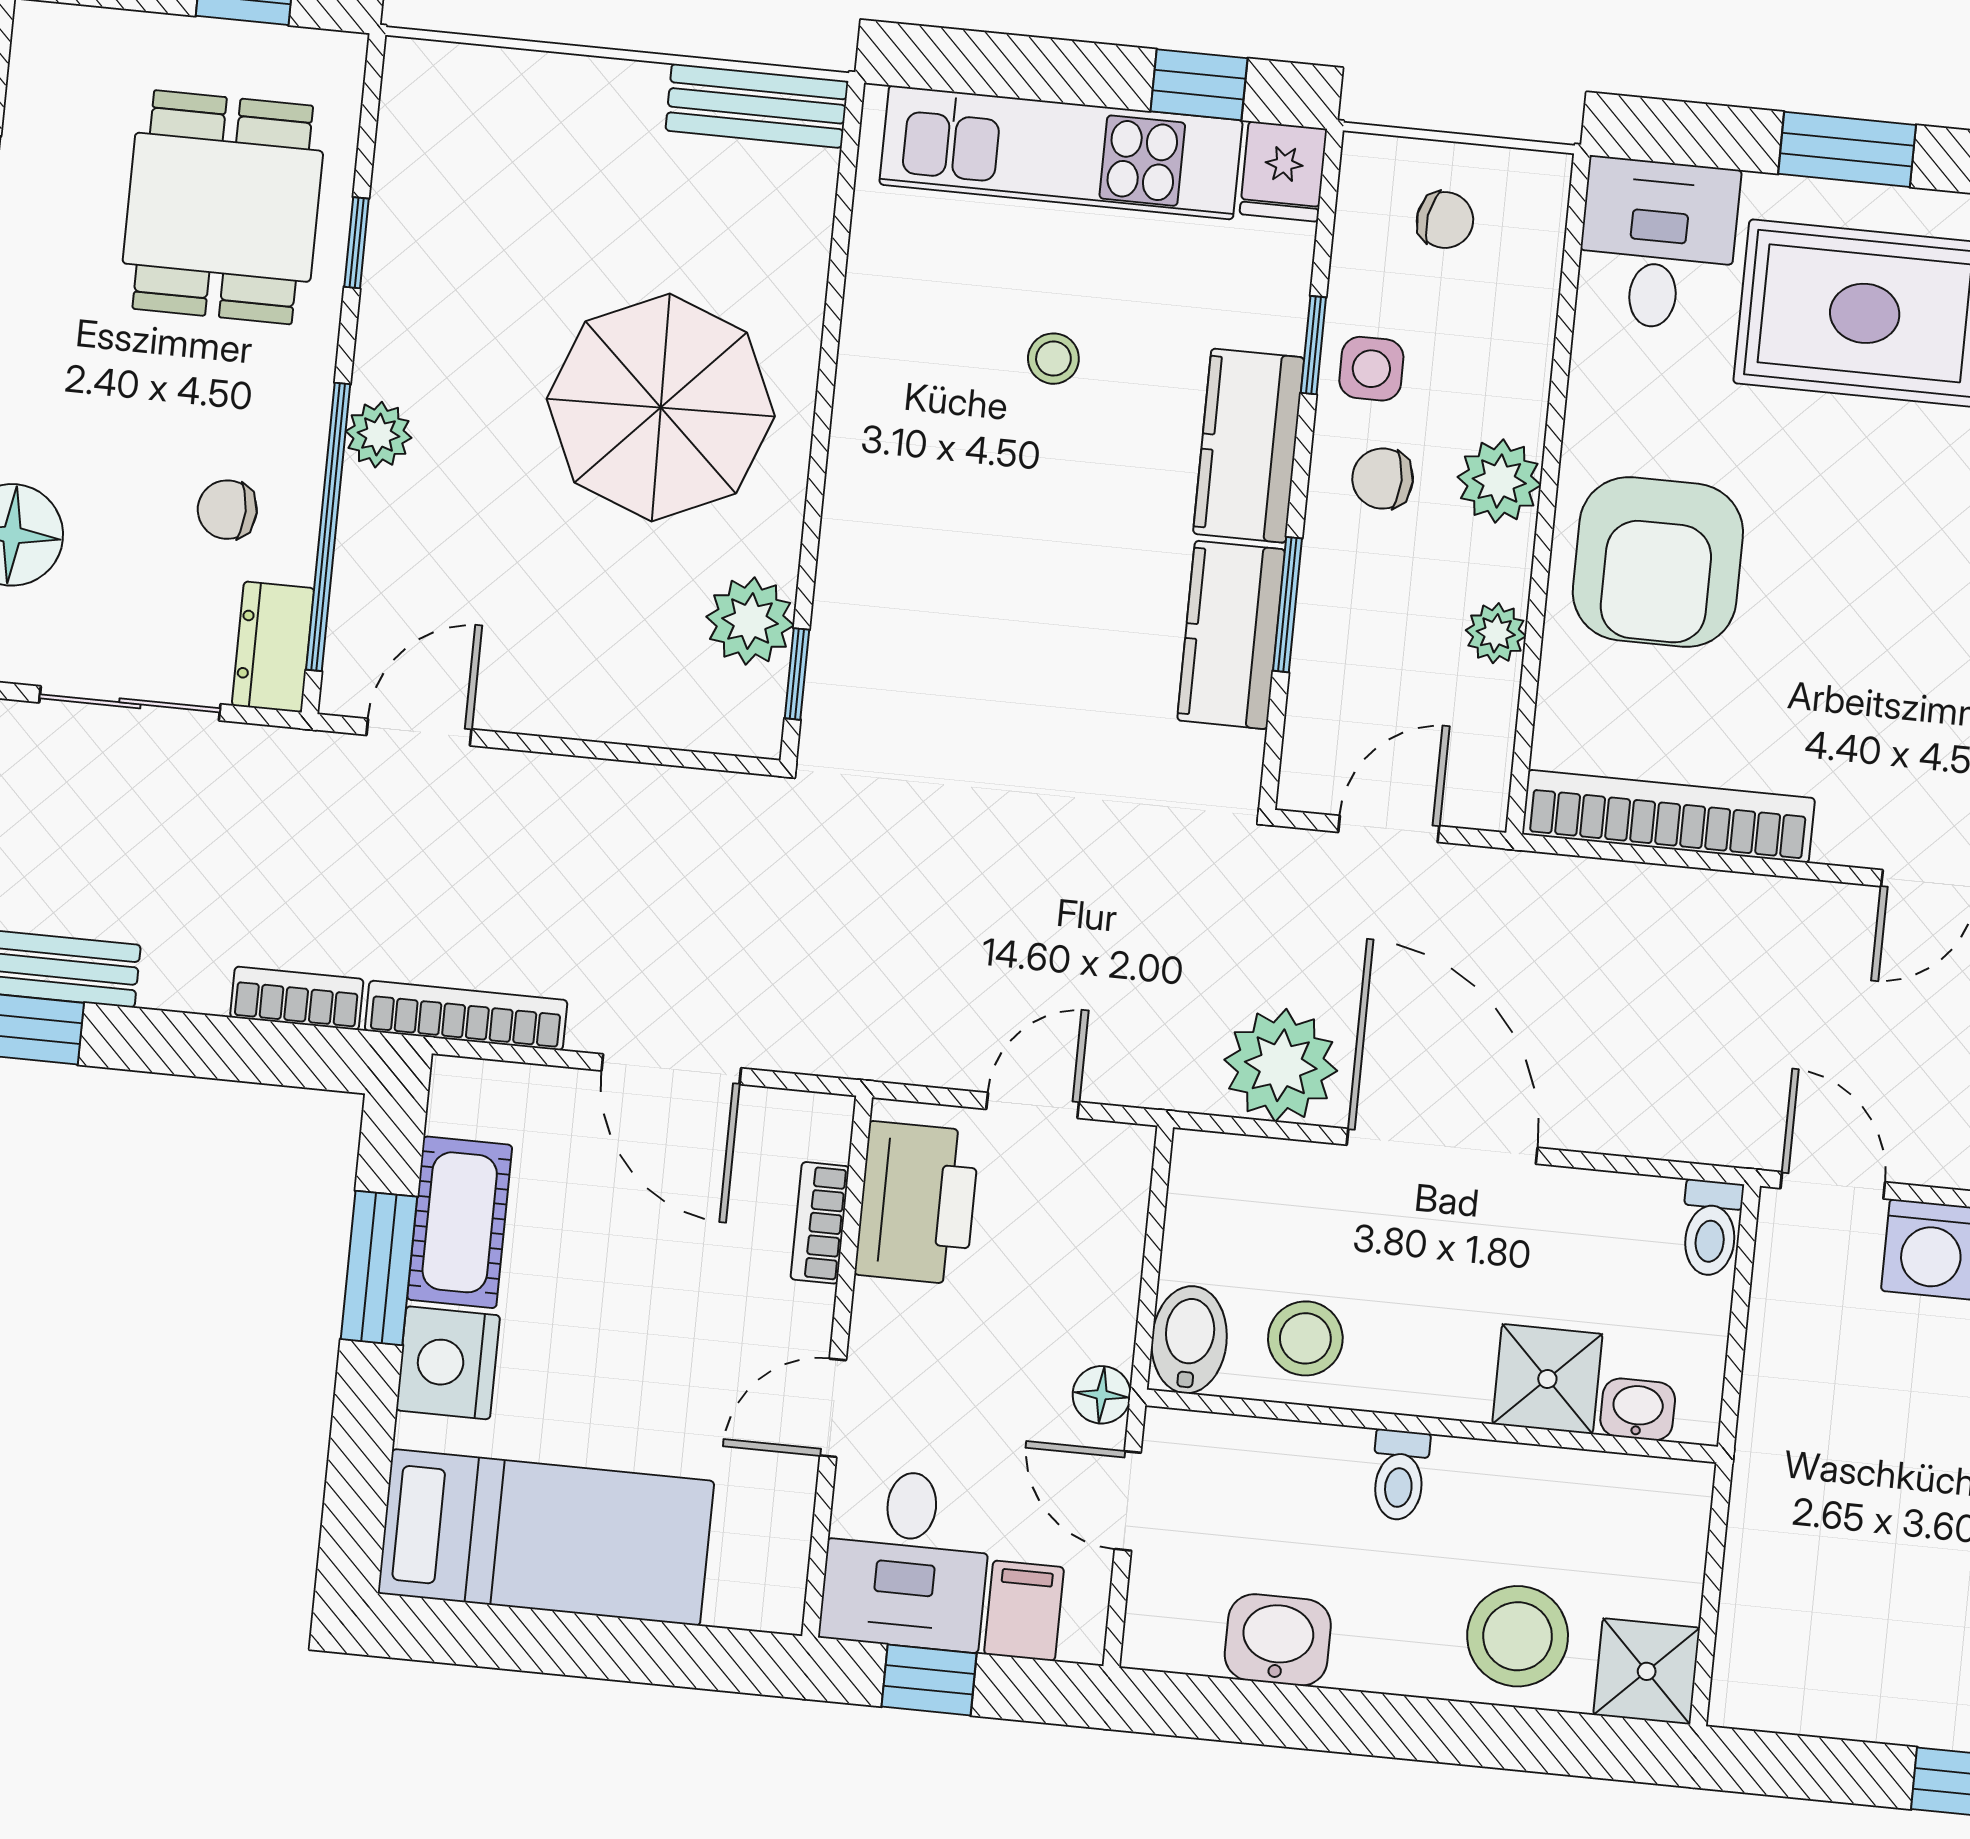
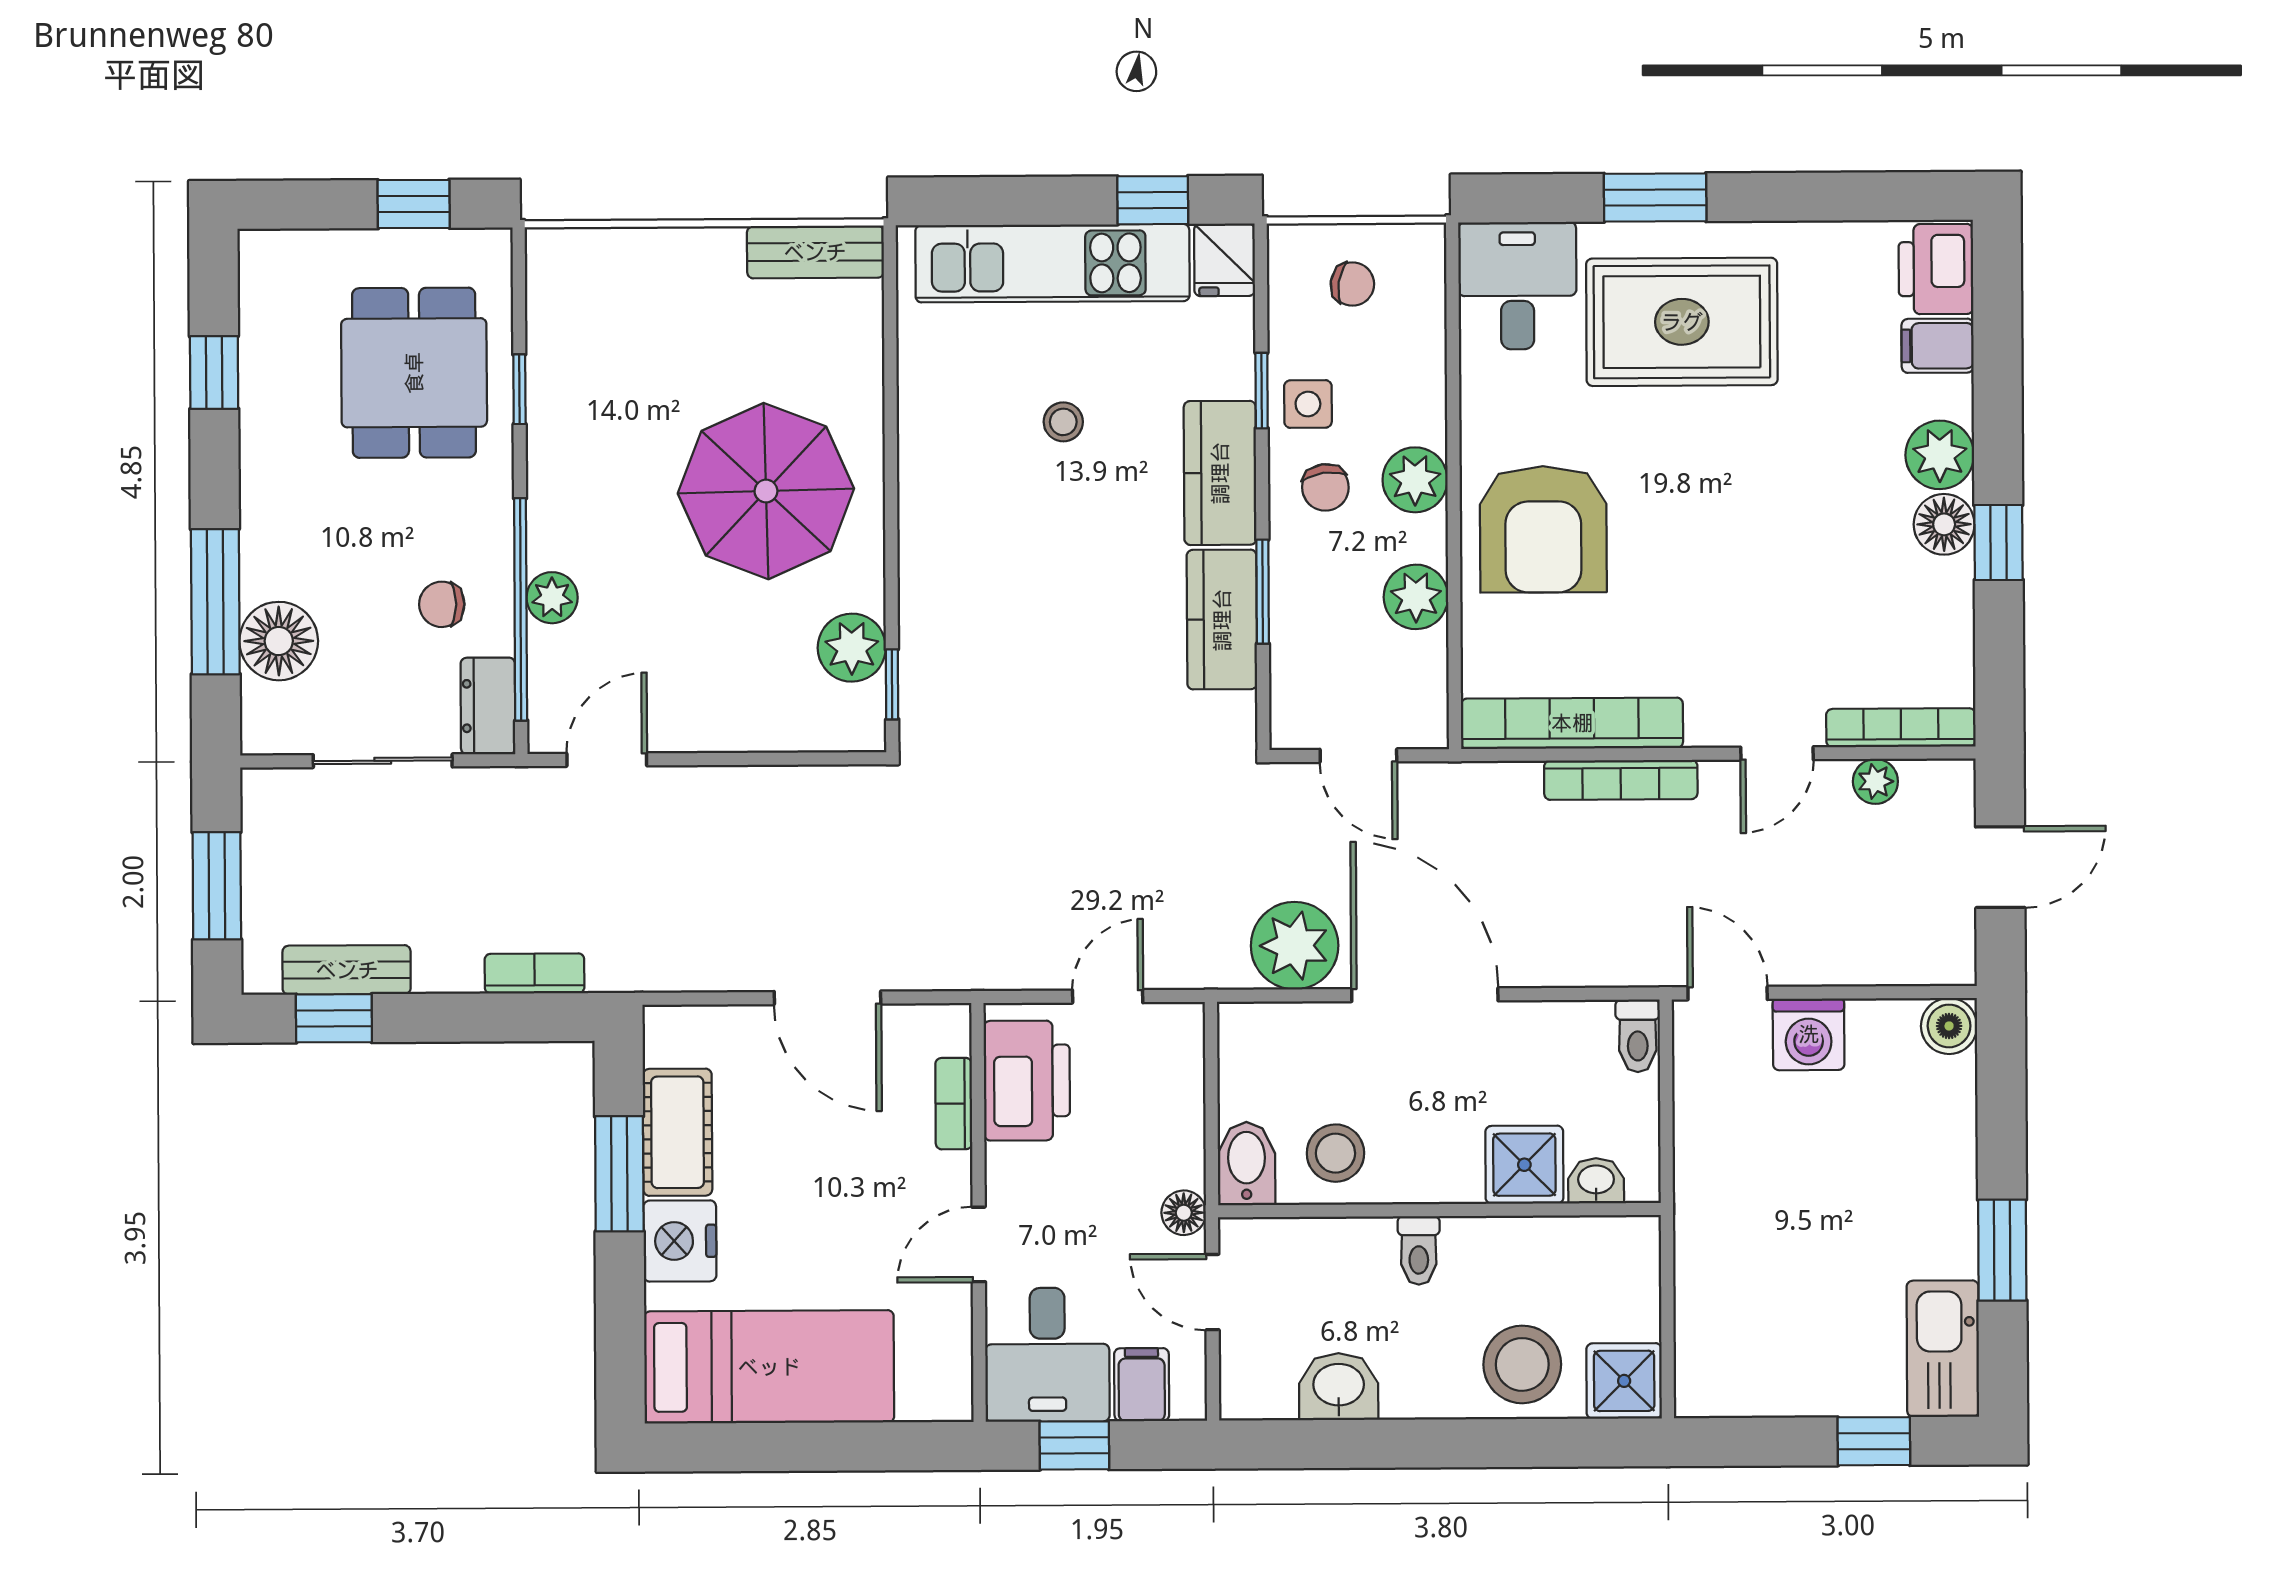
plant: (379, 435) -> (552, 598), moved
chair: (1383, 479) -> (1325, 487), turned -98
plant: (1496, 633) -> (1416, 597), width x1.38, depth x1.38
door: (1389, 829) -> (1358, 756), swing flipped
bookcase: (466, 1015) -> (1621, 780), moved, turned 180

